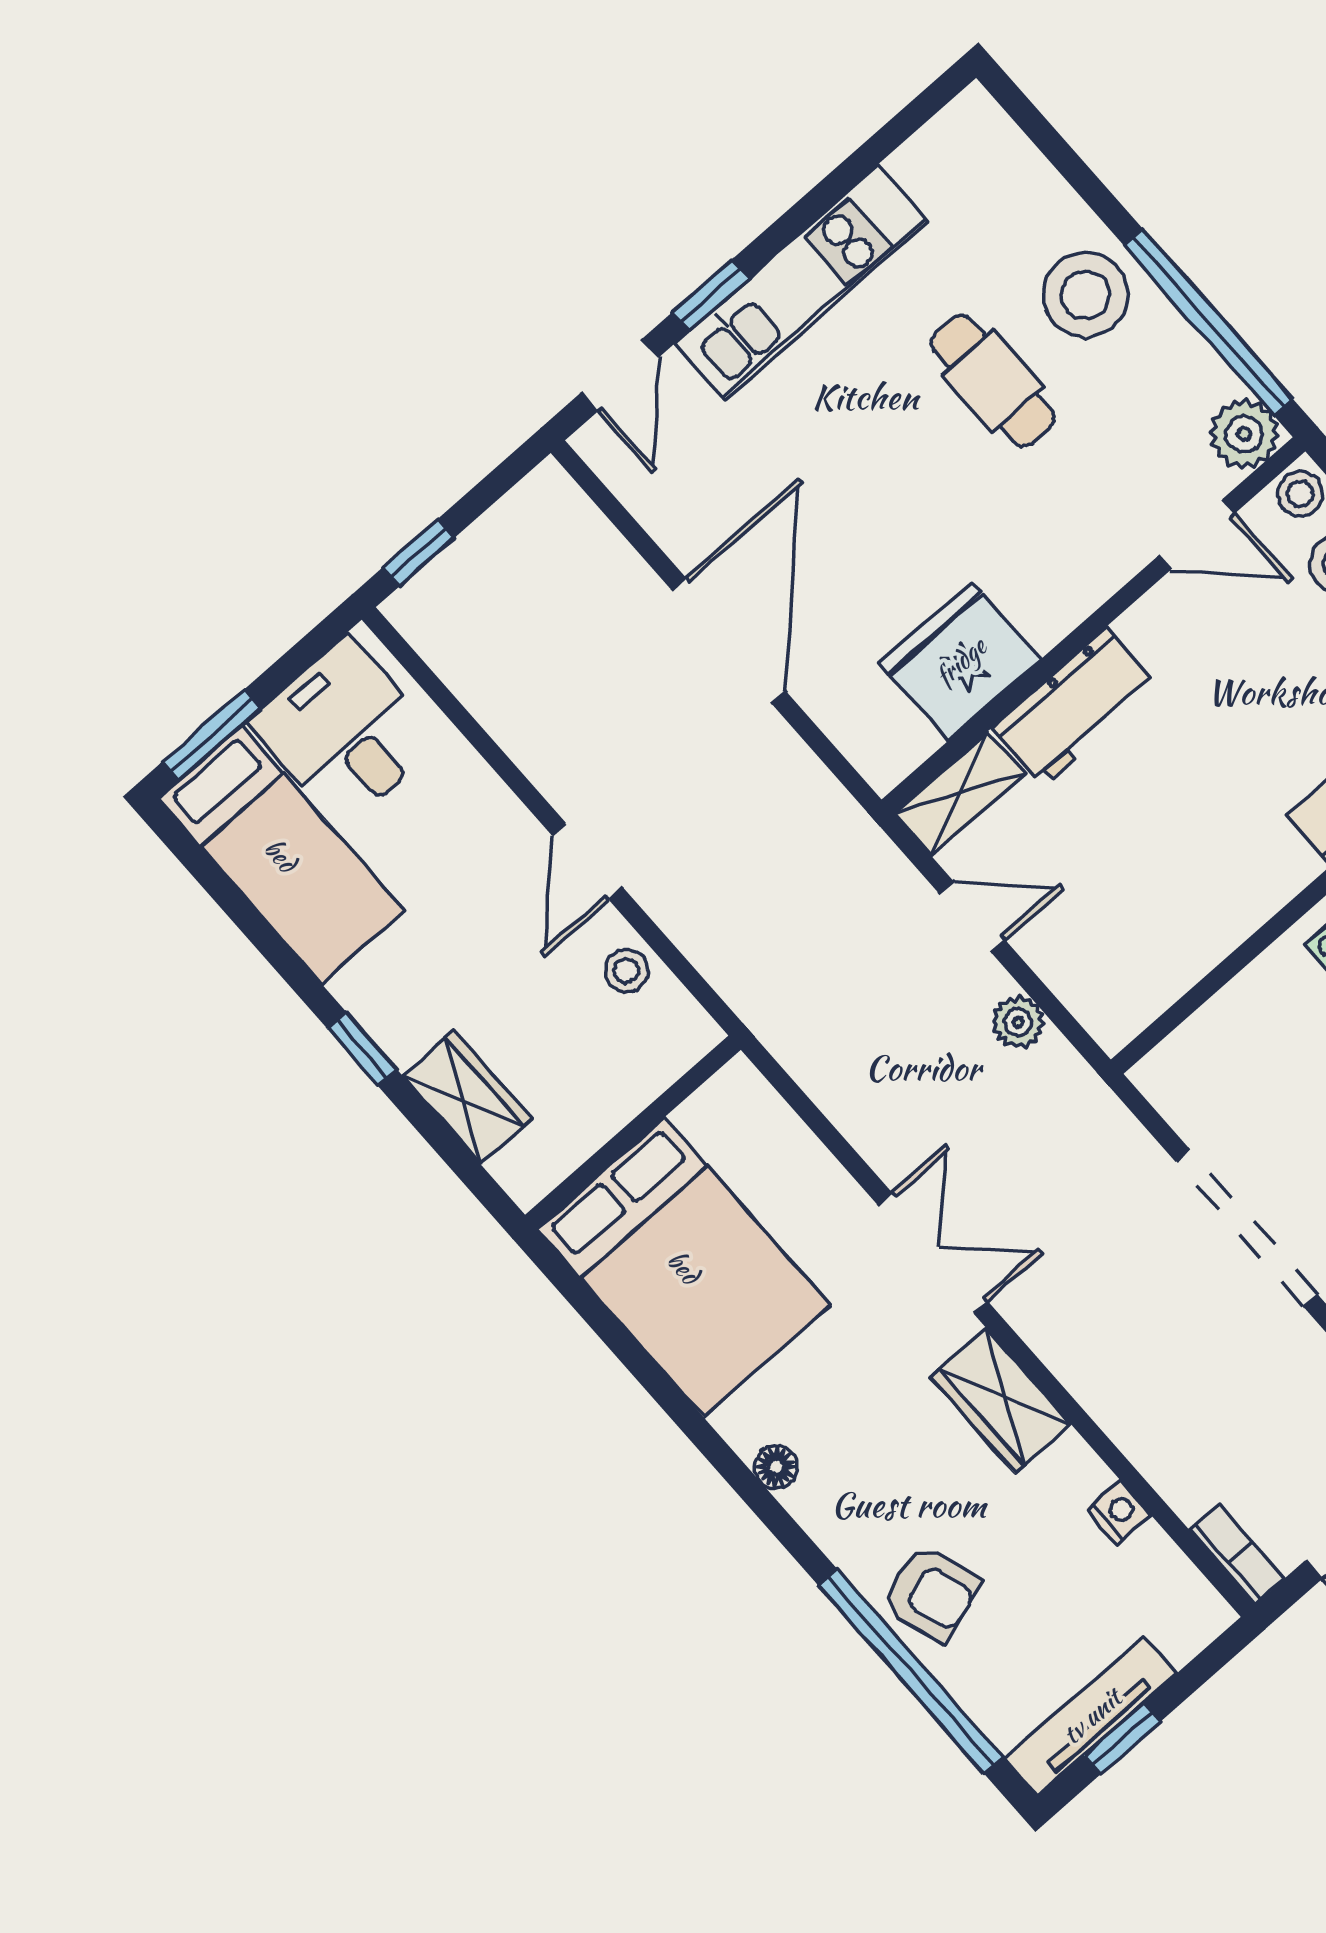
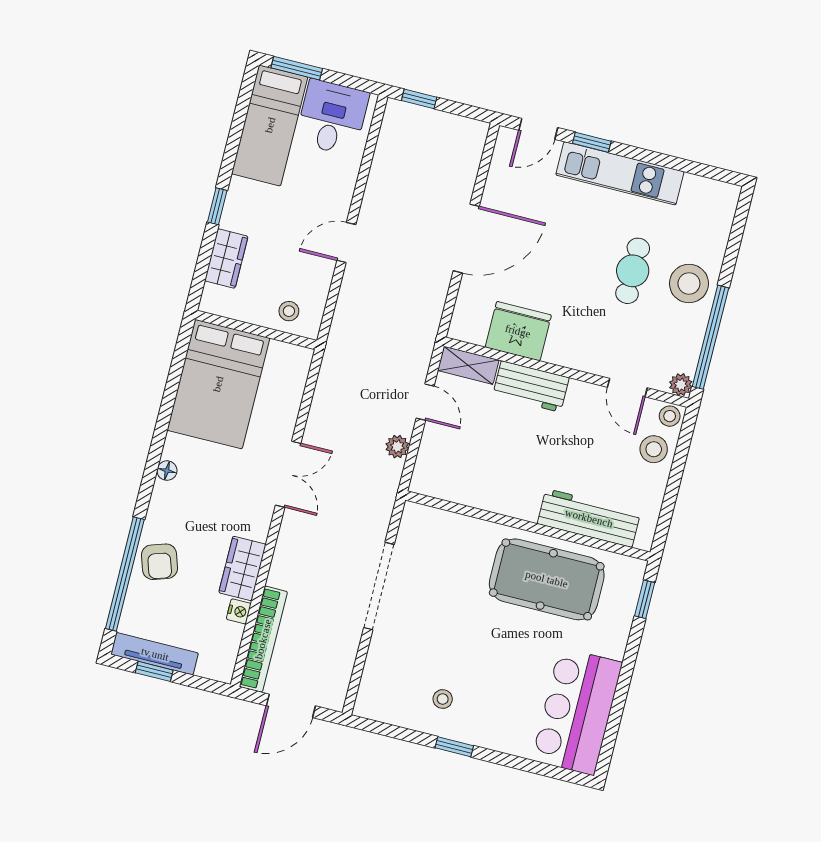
plant: (1244, 434) -> (681, 385), width x0.73, depth x0.73
stool: (626, 971) -> (289, 311), moved
wardrobe: (1000, 1401) -> (242, 568), moved
bookcase: (1237, 1554) -> (263, 639), width x2.31, depth x1.31

